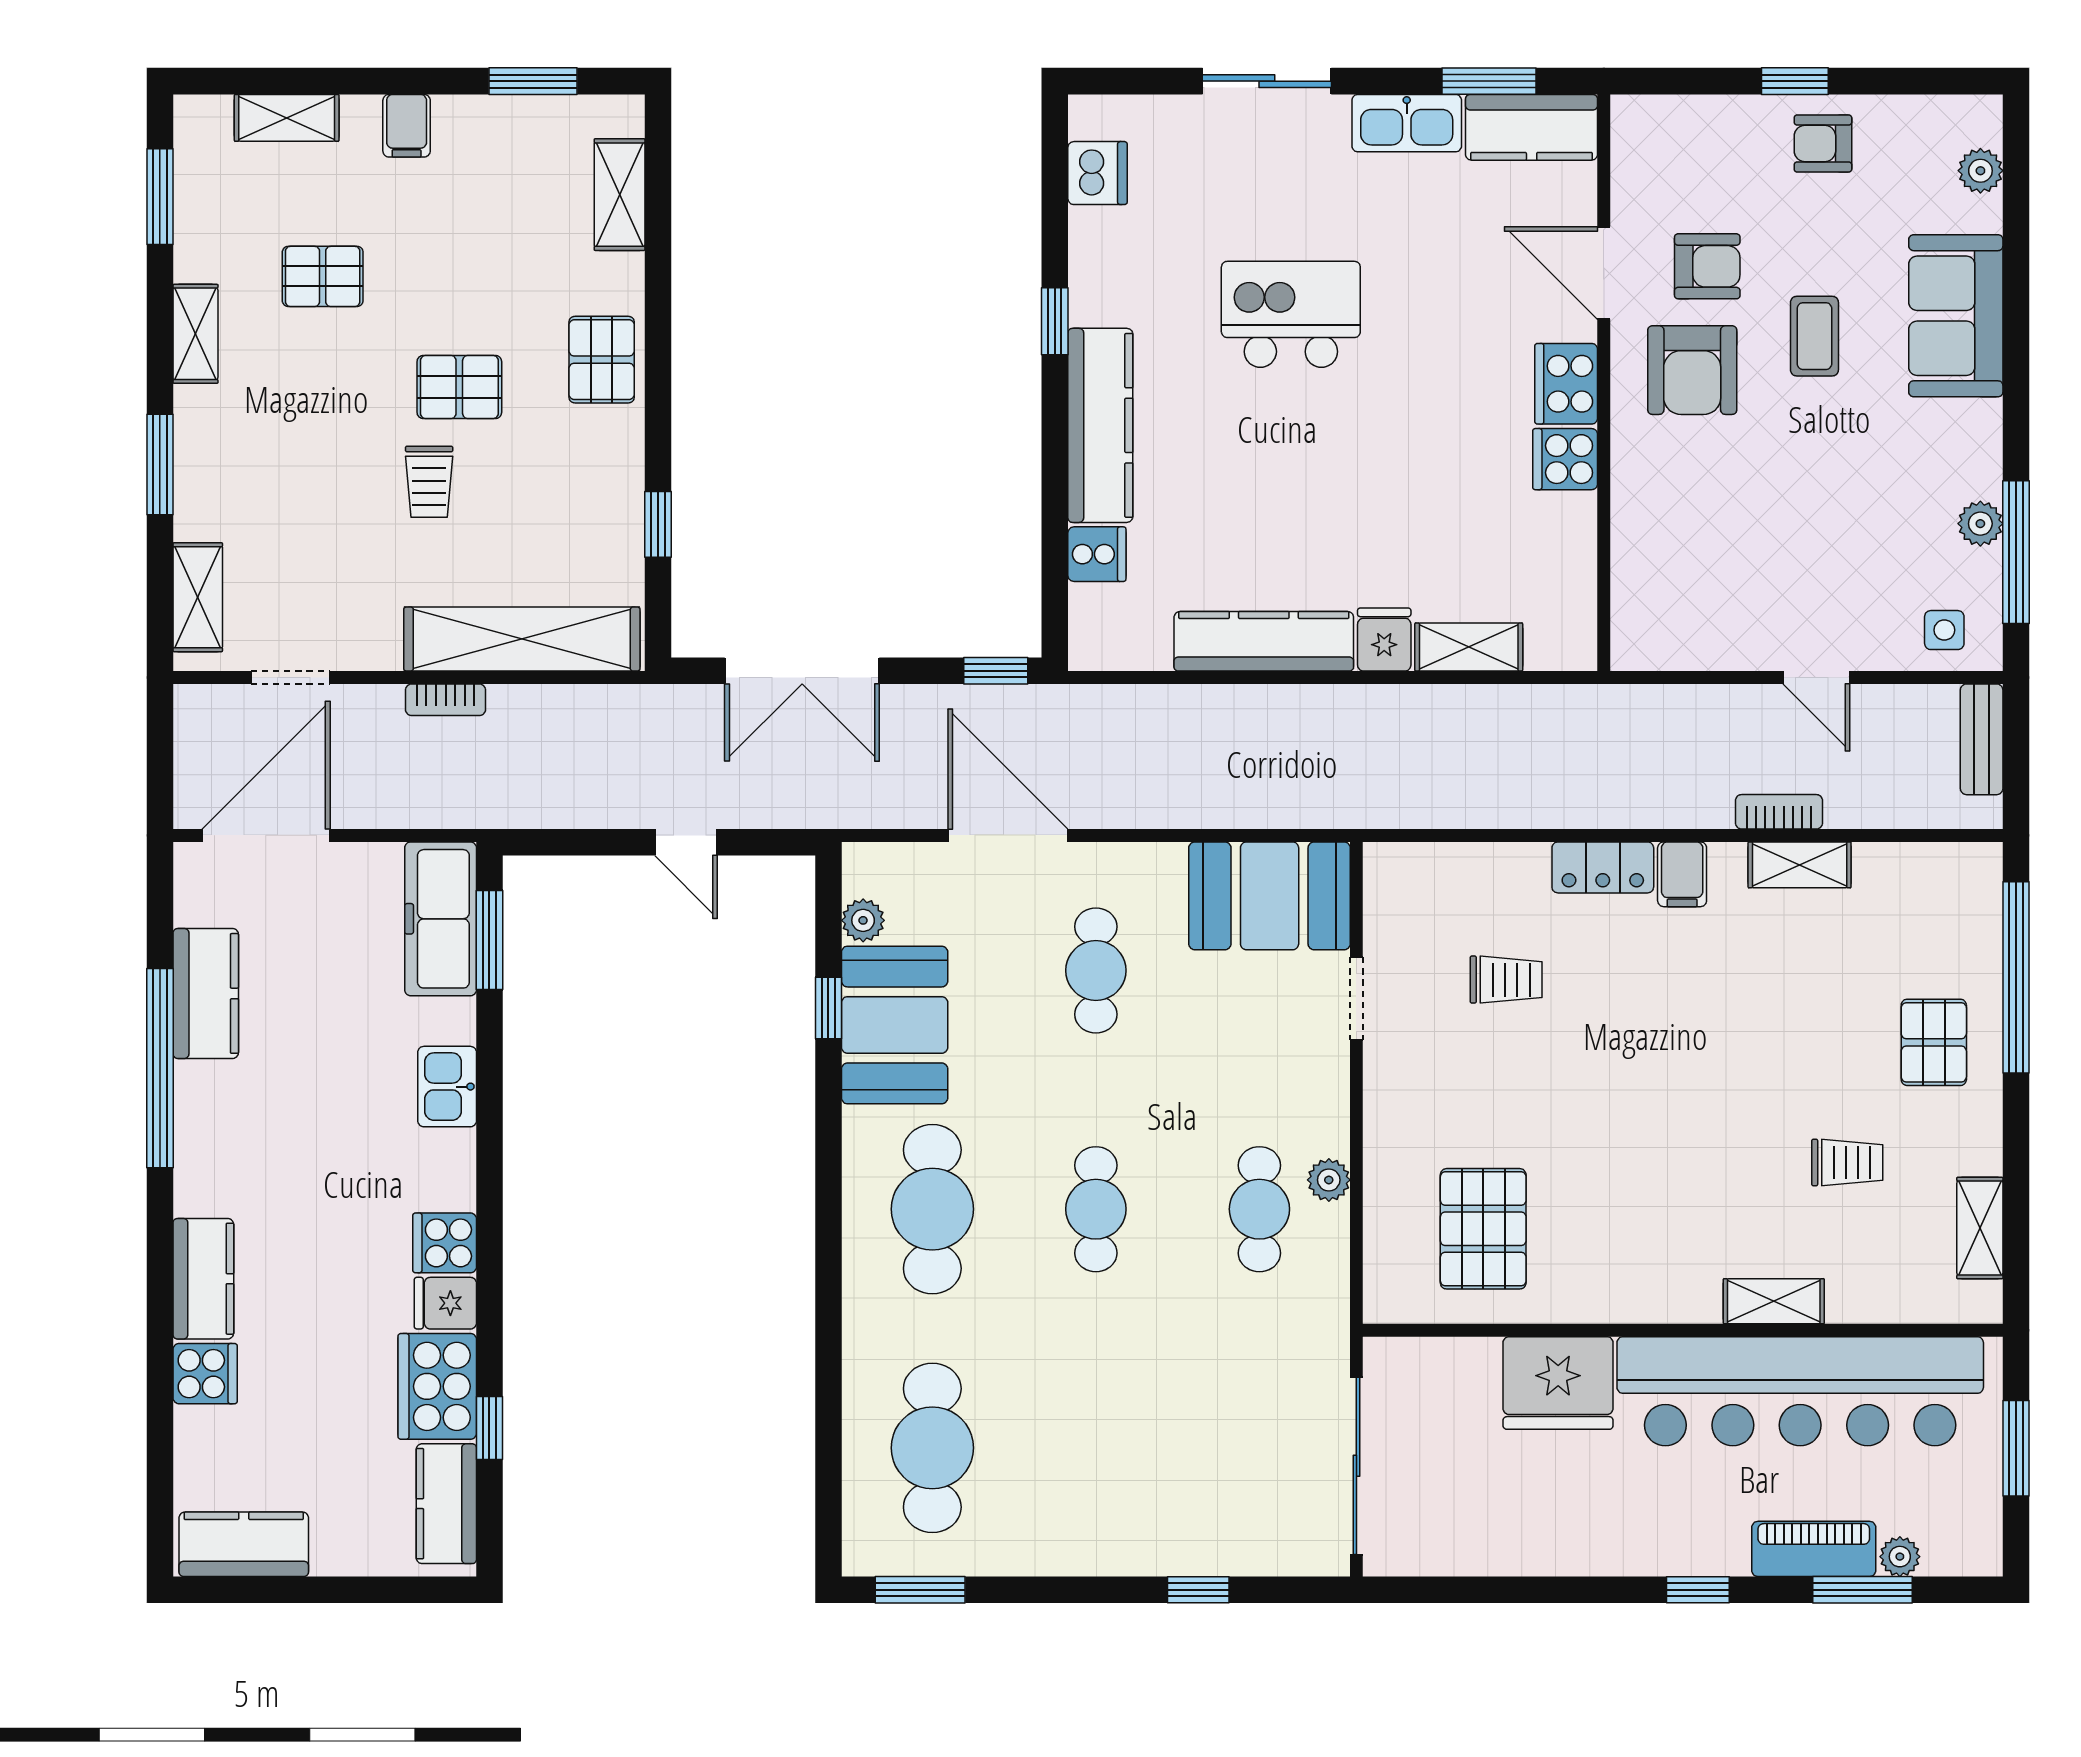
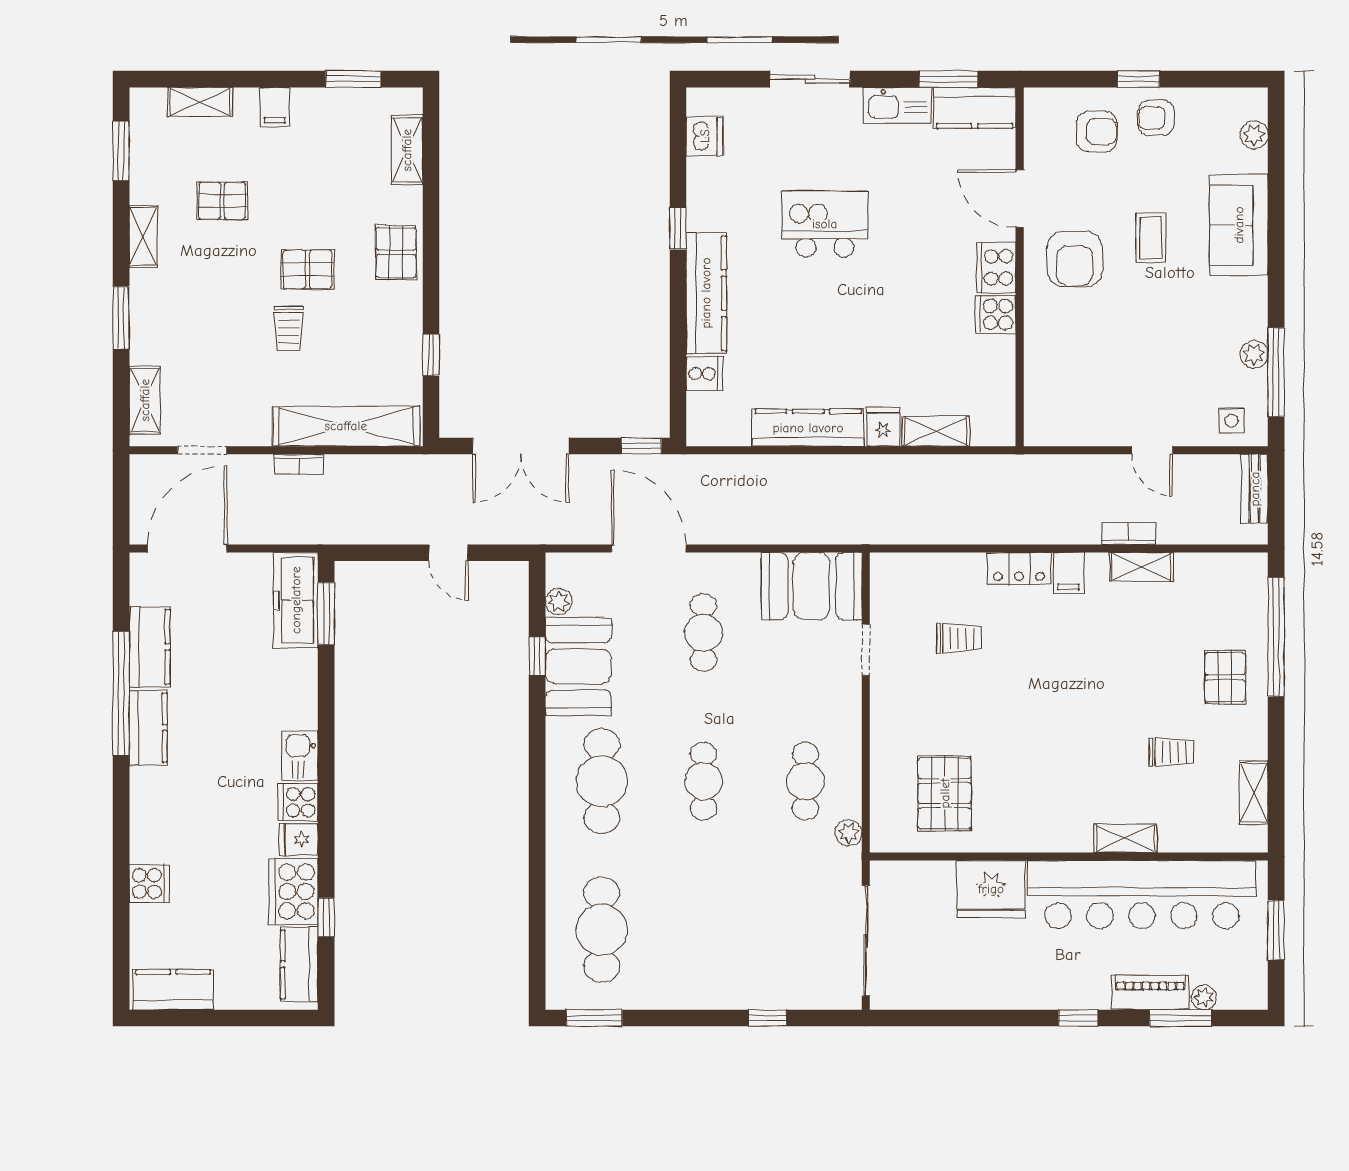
armchair: (1707, 266) -> (1097, 132), moved
kitchen sink: (447, 1087) -> (300, 756), moved
plant: (1329, 1180) -> (848, 833), moved
kitchen counter: (203, 1279) -> (148, 728), moved

